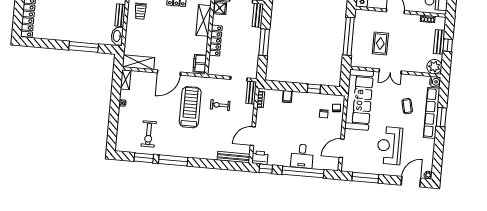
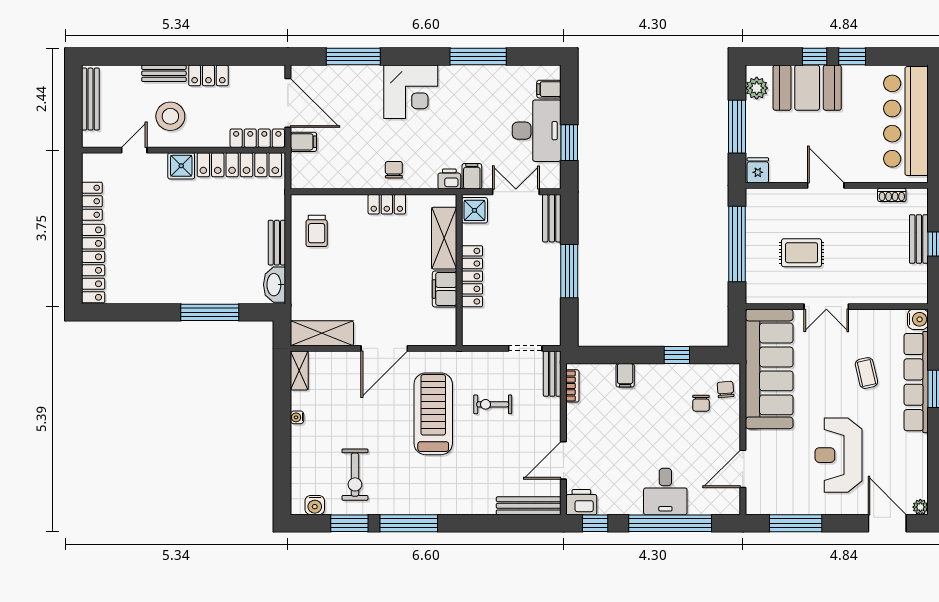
rug: (380, 43) -> (802, 253), turned 90
filing cabinet: (200, 64) -> (445, 289), moved
plant: (434, 67) -> (914, 289), removed
water cooler: (127, 147) -> (315, 505), added
door: (411, 182) -> (887, 523), hinge flipped

